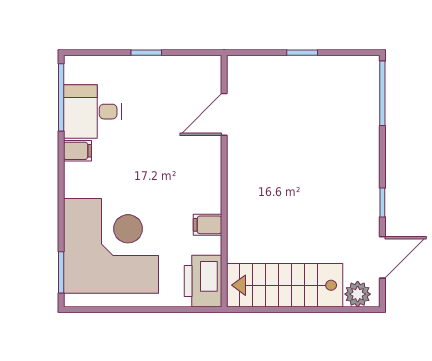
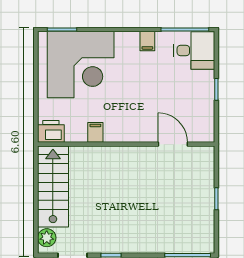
desk: (92, 112) -> (194, 50), moved, turned 90
printer: (203, 281) -> (51, 131), width x0.73, depth x0.84

